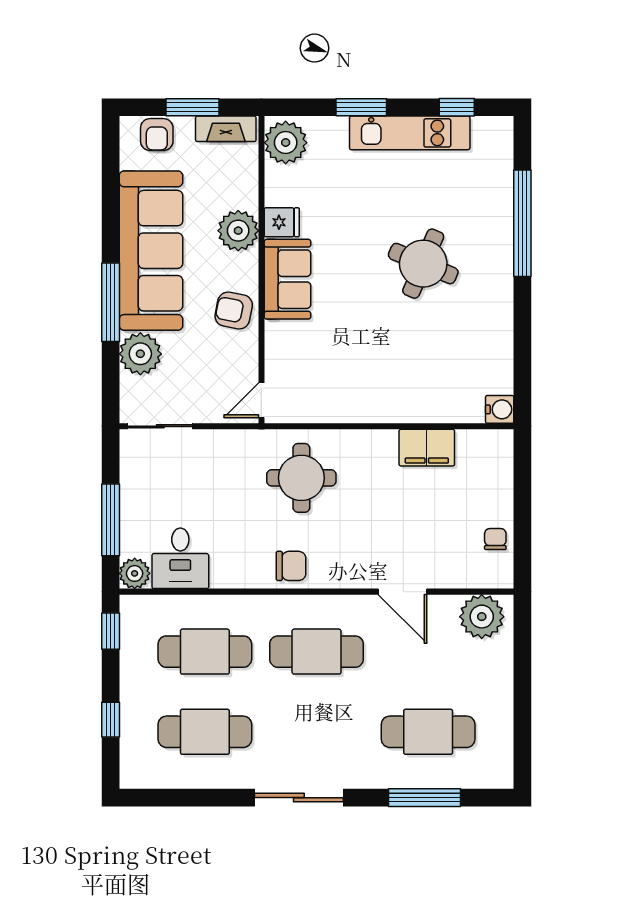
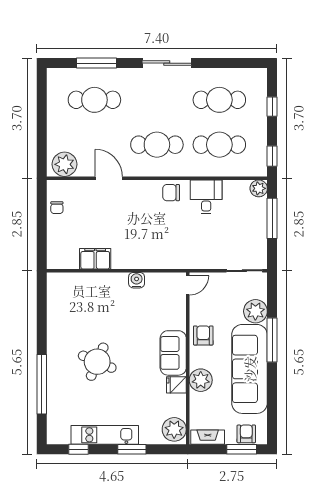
window: (192, 107) -> (242, 449), moved
armchair: (234, 310) -> (203, 335), turned -101
water cooler: (500, 409) -> (137, 280), moved, turned 90
round table: (301, 478) -> (165, 242), removed
desk: (180, 558) -> (206, 197), moved

